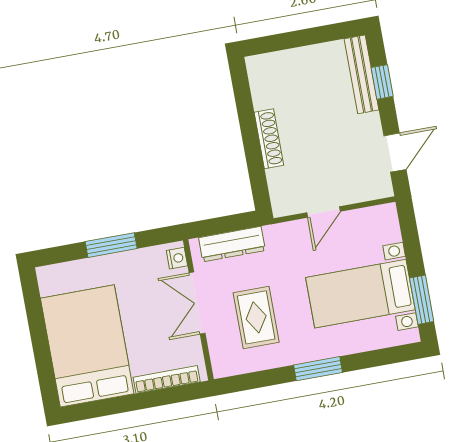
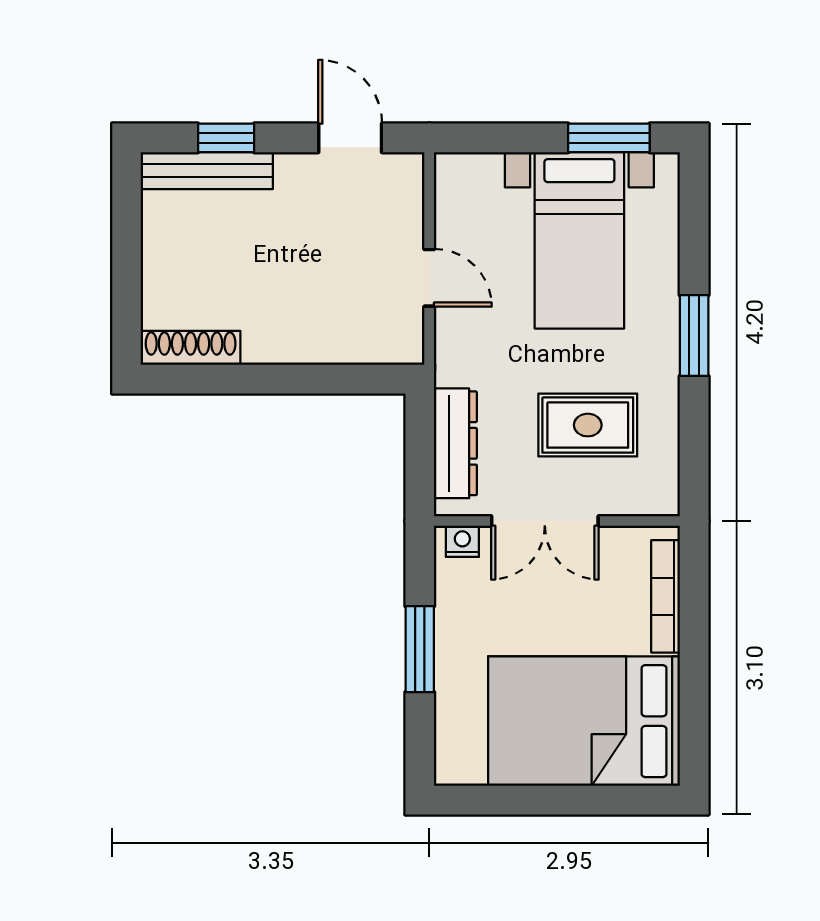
shoe rack: (269, 139) -> (191, 348), moved

